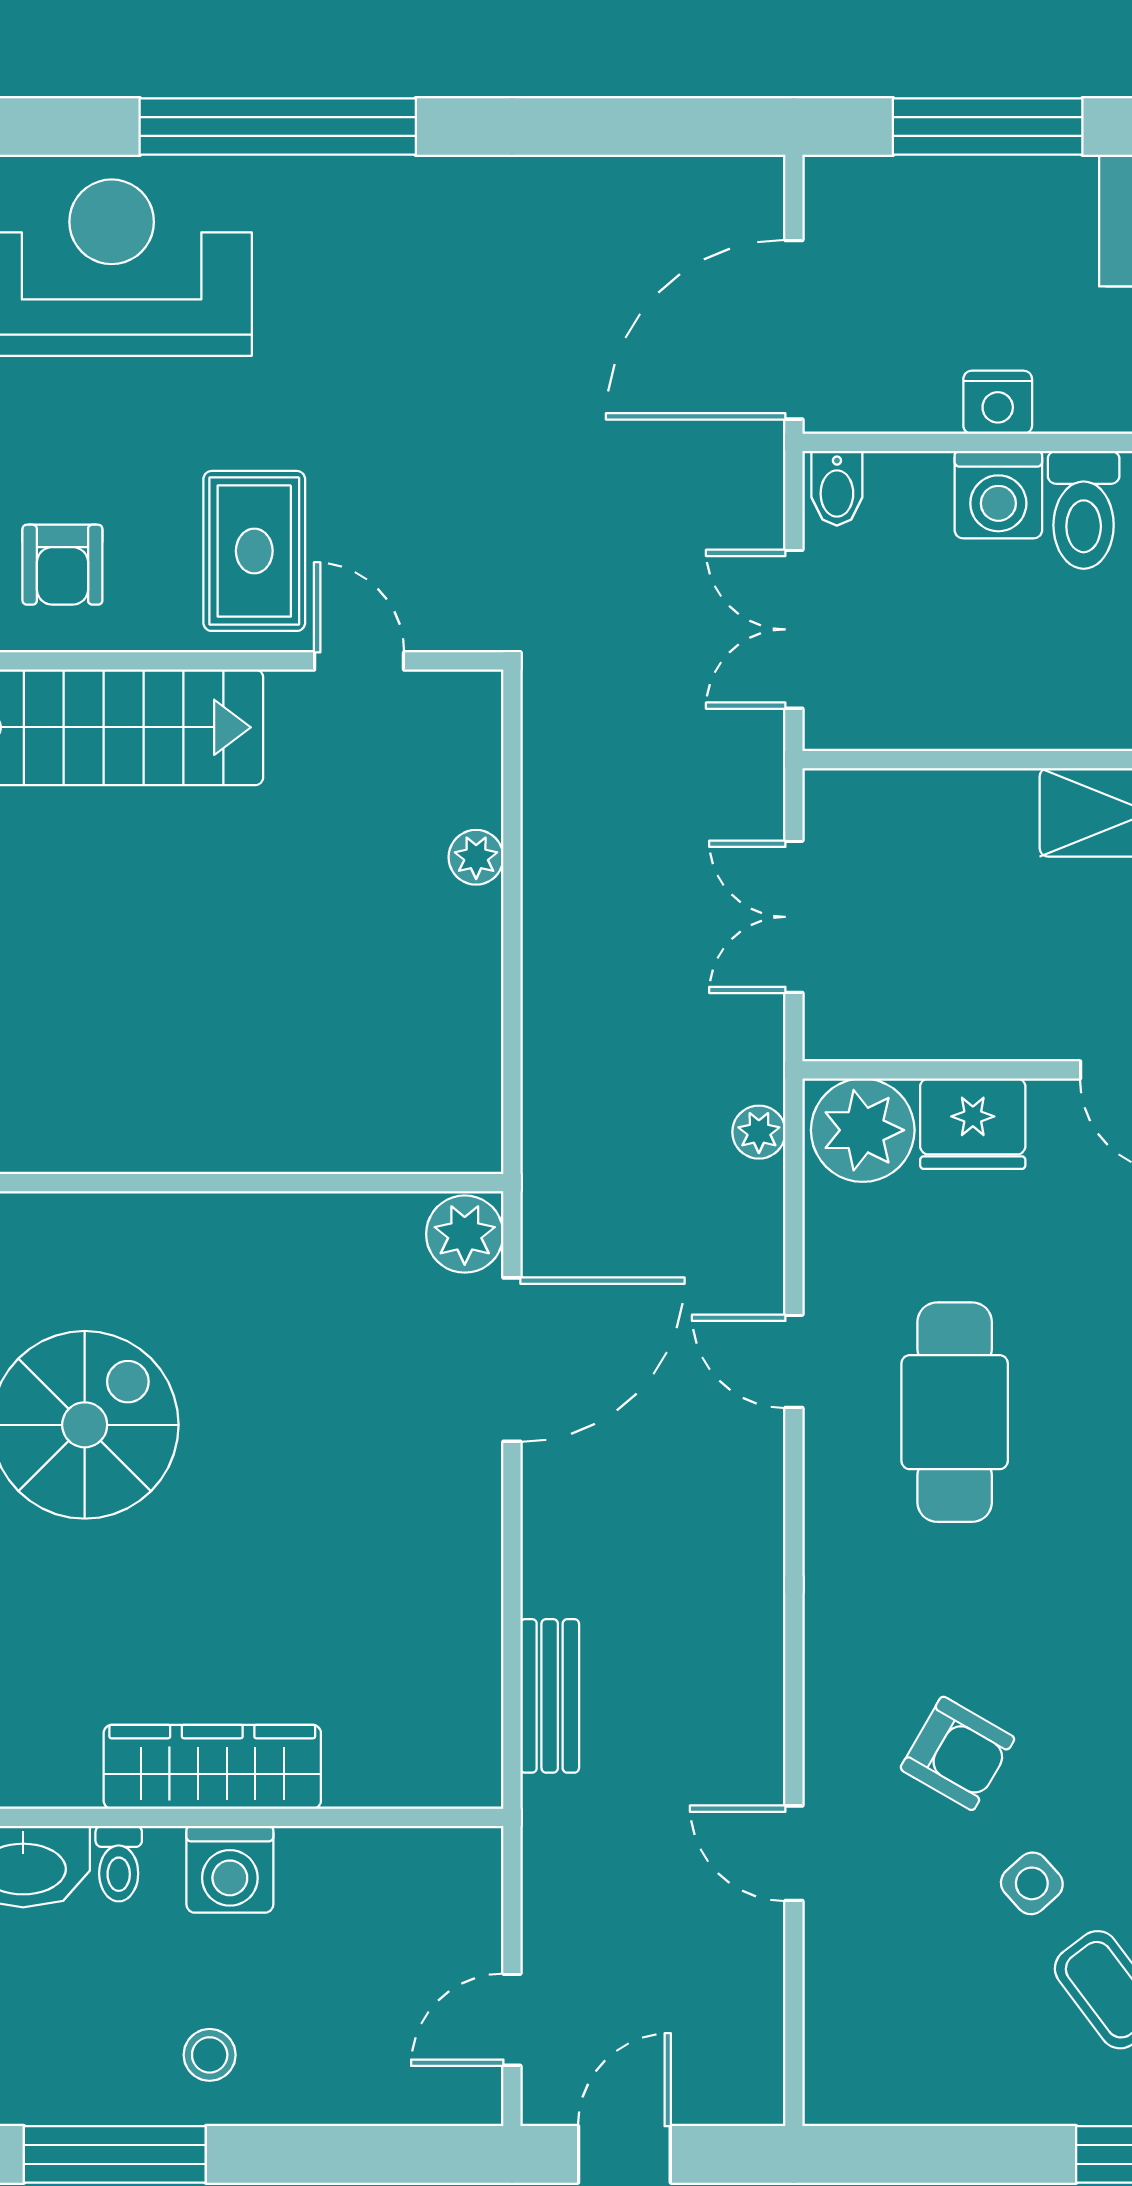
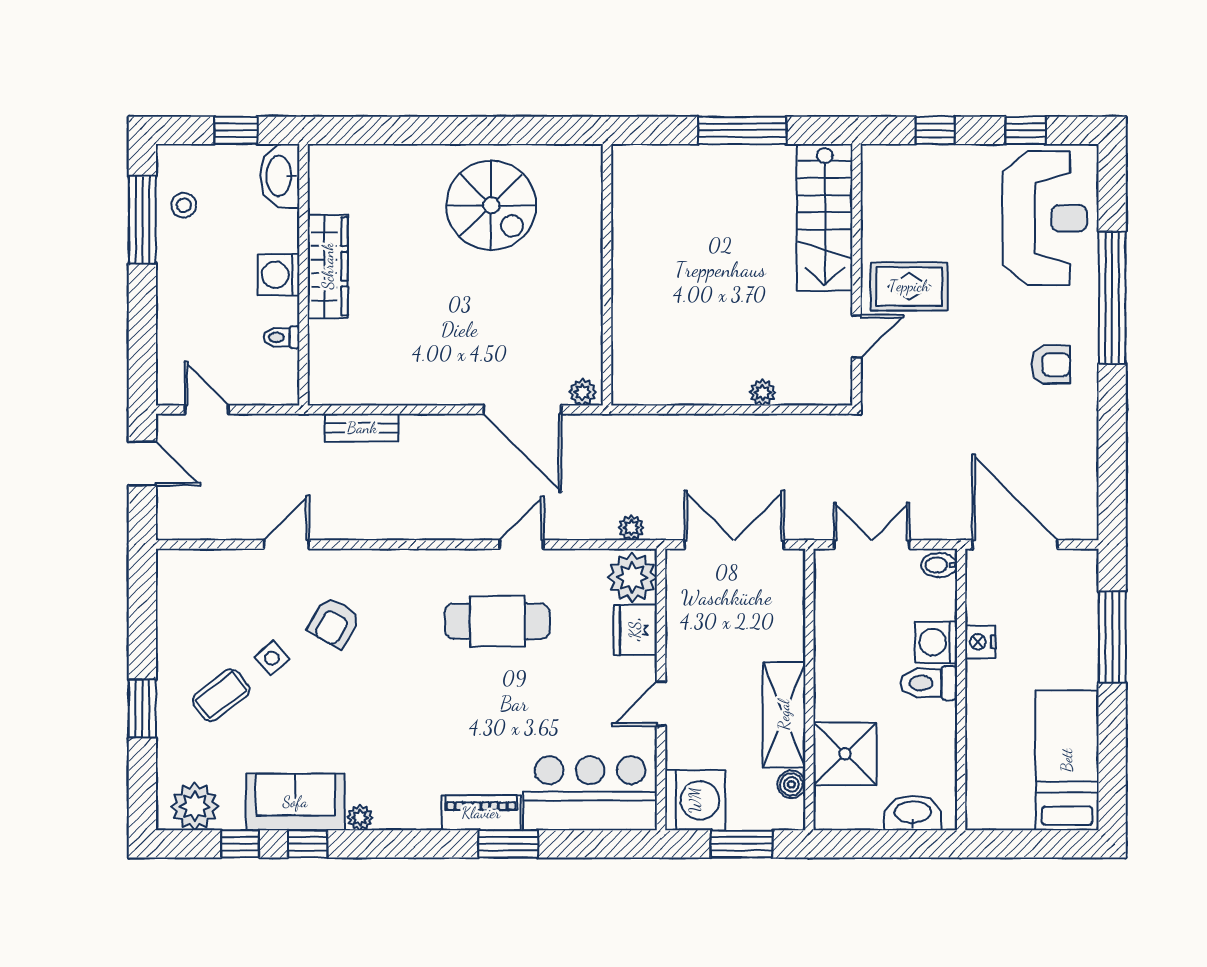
armchair: (62, 565) -> (1051, 365), moved, turned 180
double door: (794, 917) -> (734, 544), width x1.37
plant: (465, 1234) -> (582, 392), width x0.73, depth x0.73
toilet: (119, 1864) -> (281, 337), moved
stool: (210, 2055) -> (184, 205), moved

